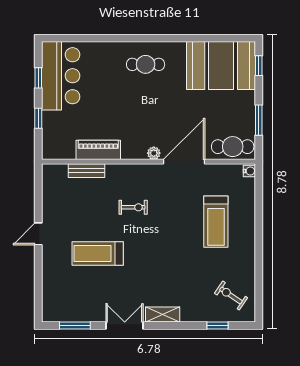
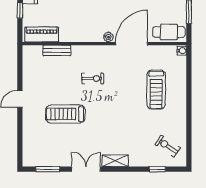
piano: (98, 150) -> (42, 34), moved

